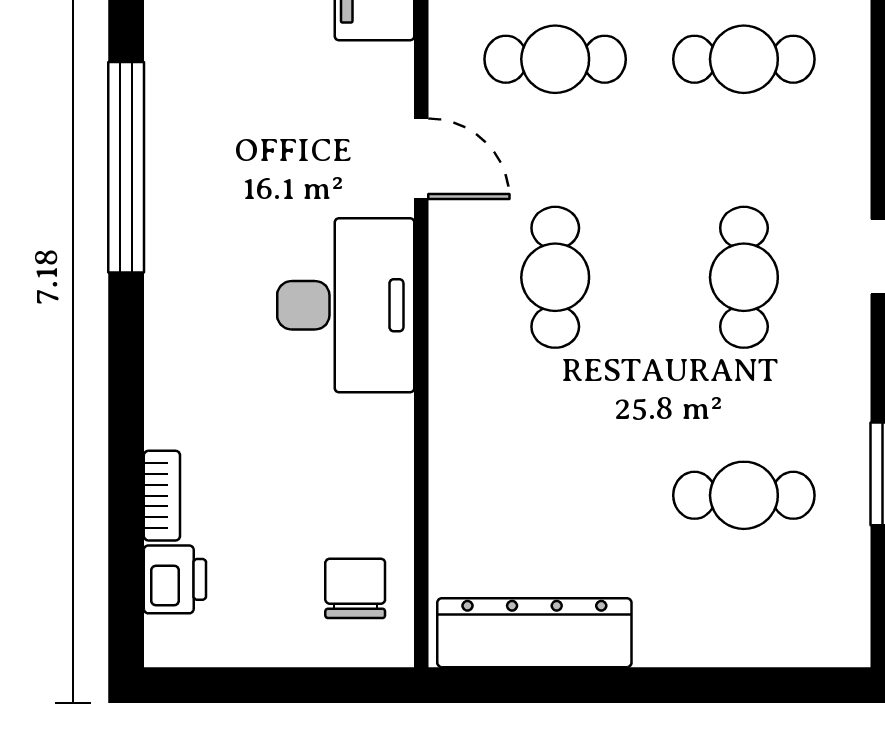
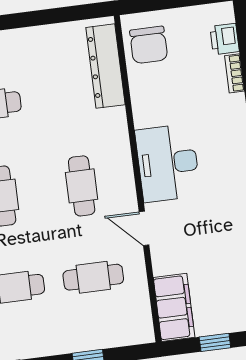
chair: (355, 588) -> (149, 45), width x1.37, depth x1.37
dresser: (534, 633) -> (105, 66), moved, turned 90

